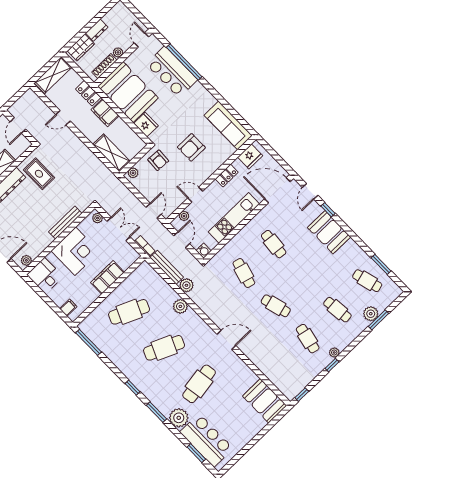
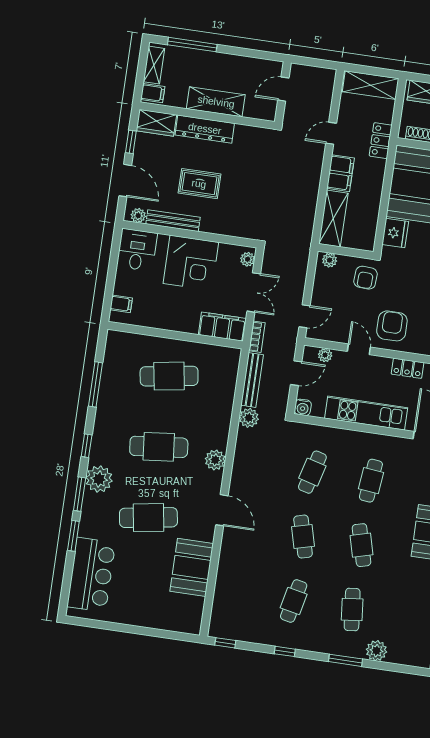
filing cabinet: (105, 113) -> (340, 173), moved, turned 180
door: (63, 118) -> (331, 133), hinge flipped
armchair: (191, 147) -> (392, 326), moved, turned 90
rug: (39, 174) -> (199, 184), moved, turned 90
bench: (65, 223) -> (173, 221), moved
filing cabinet: (107, 277) -> (222, 327), moved
cafe table: (367, 281) -> (362, 545), moved
plant: (180, 306) -> (215, 460), moved
cafe table: (129, 312) -> (169, 376), turned -33
window: (379, 320) -> (345, 660), moved
window: (89, 342) -> (96, 384), moved
cafe table: (164, 348) -> (159, 447), turned -30
plant: (334, 353) -> (301, 643), removed
booth: (265, 401) -> (192, 567), moved
plant: (179, 418) -> (99, 479), moved
window: (196, 453) -> (73, 536), moved

